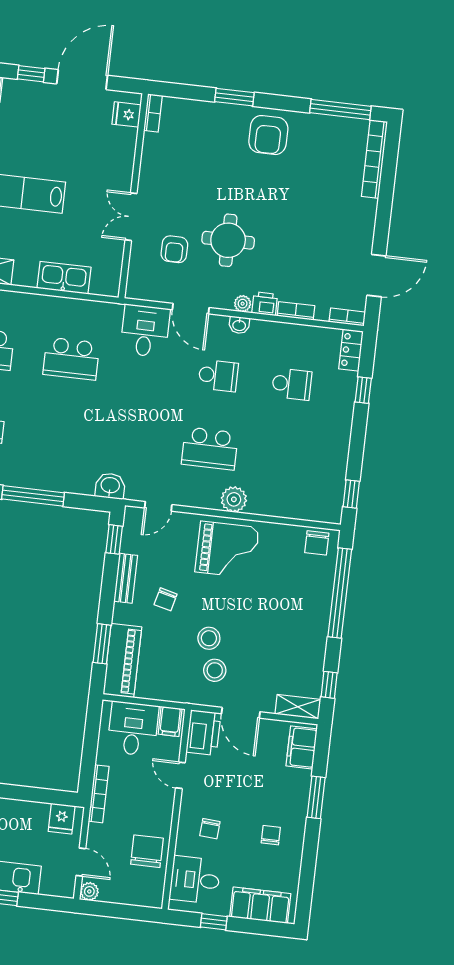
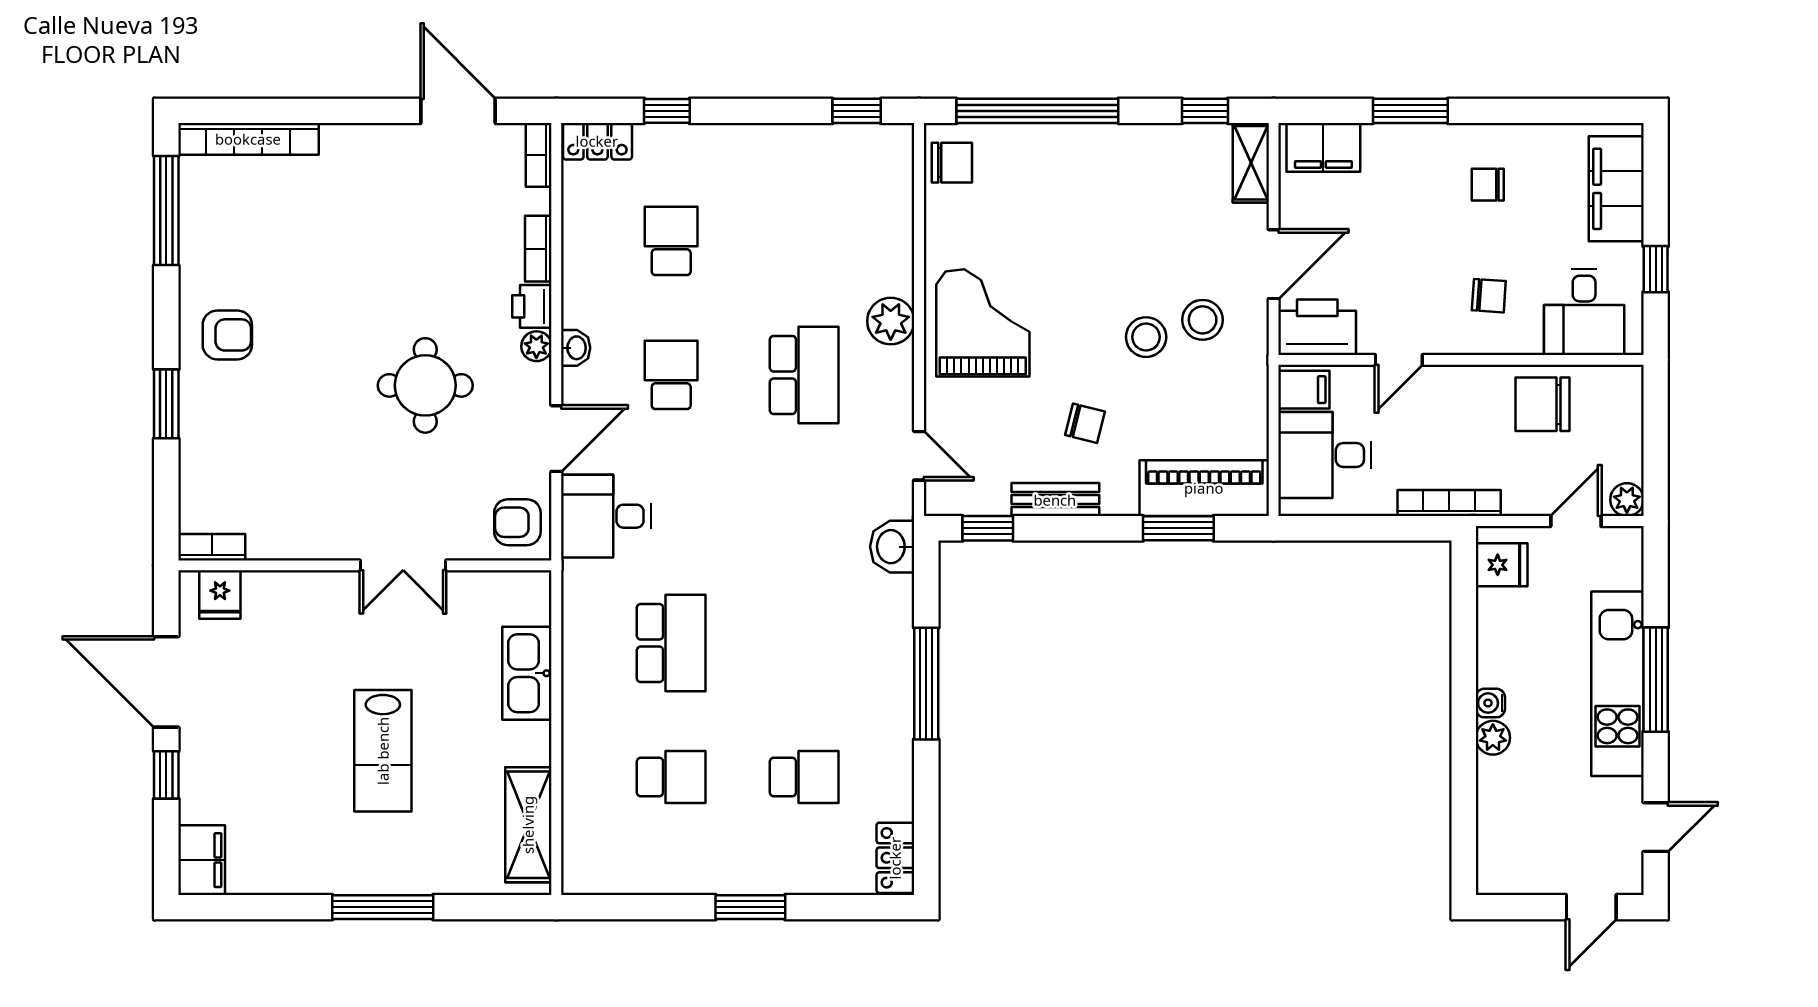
armchair: (268, 135) -> (227, 335), width x0.72, depth x0.72
armchair: (174, 249) -> (517, 522), moved, turned 180

